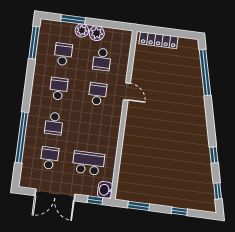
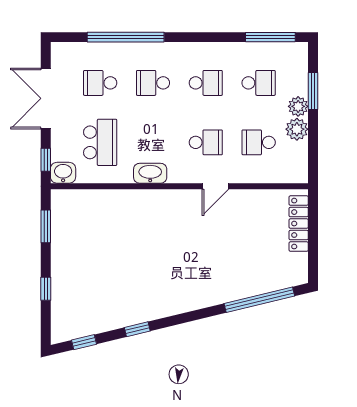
washbasin: (113, 133) -> (150, 173), added
school desk: (49, 158) -> (100, 83), turned 180

